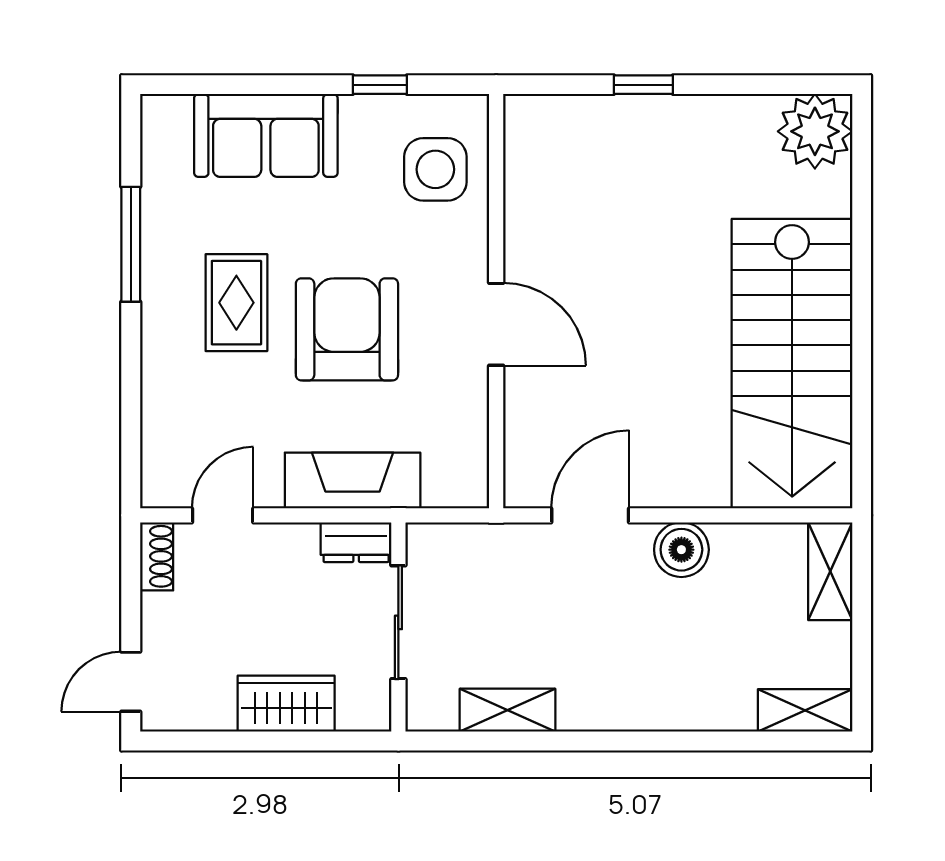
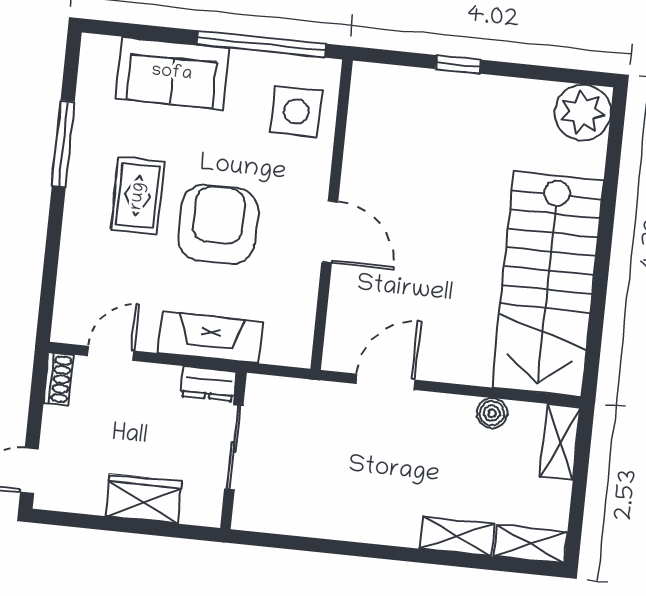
window: (380, 85) -> (261, 44), width x3.17
boiler: (681, 550) -> (492, 413), moved, width x0.73, depth x0.73
shelving: (507, 710) -> (457, 536), moved

